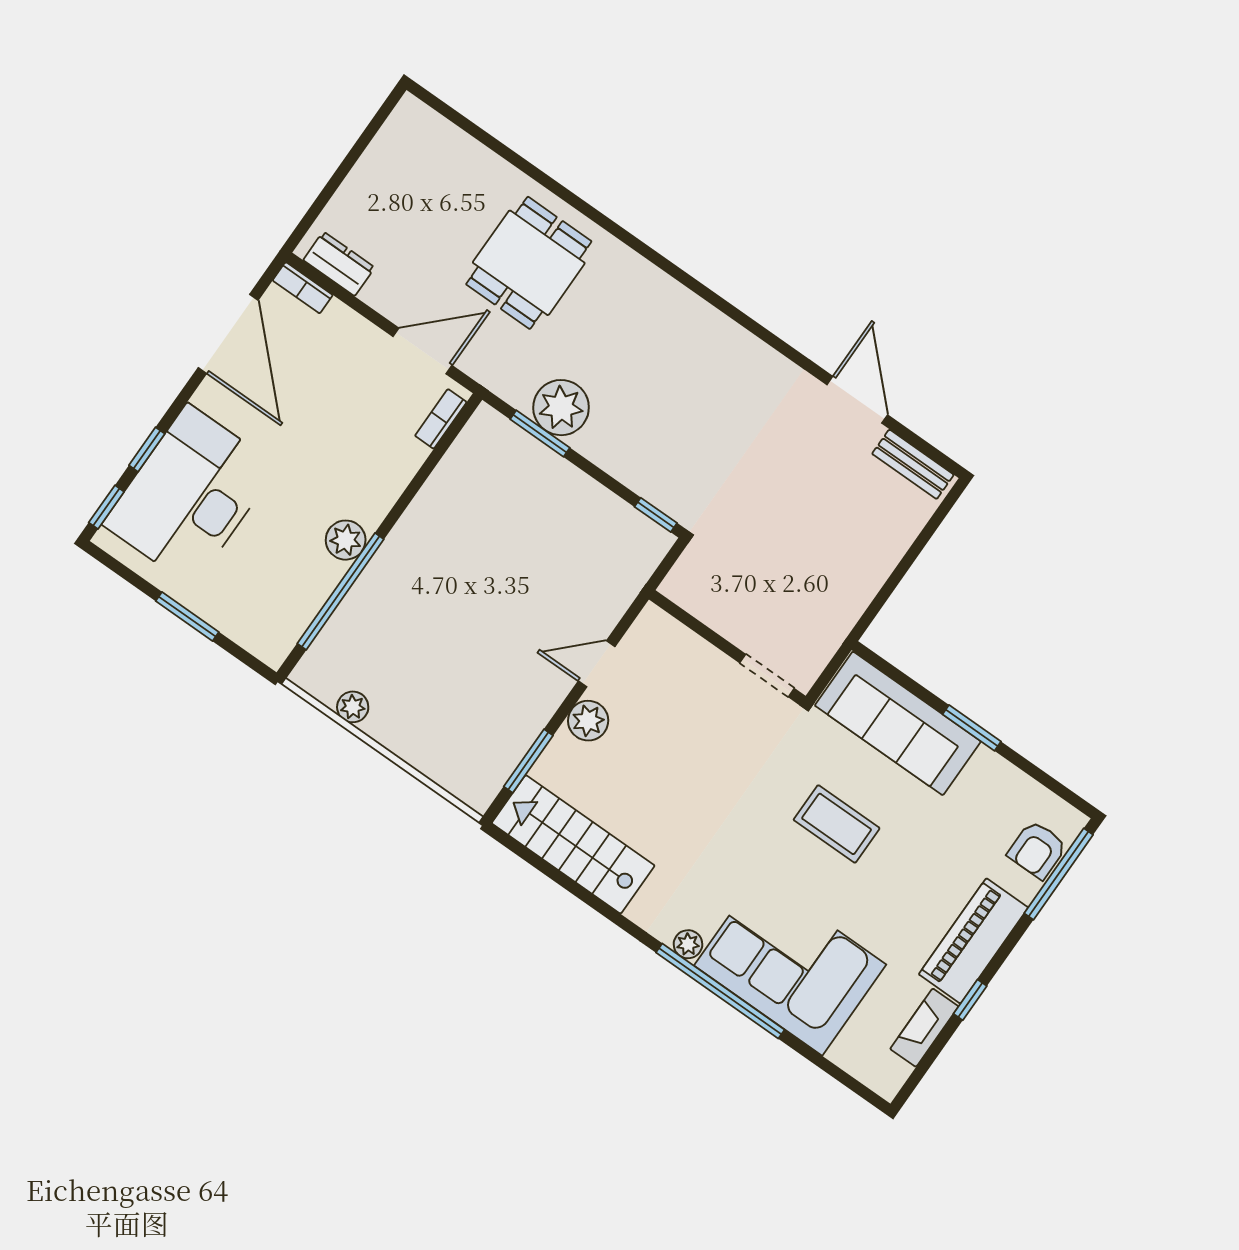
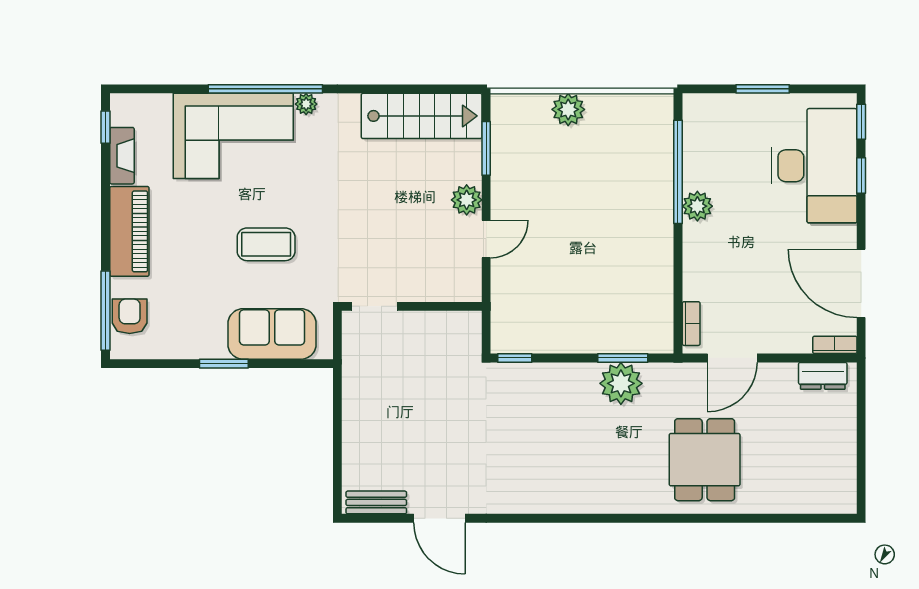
plant: (353, 707) -> (568, 109), moved, width x1.38, depth x1.38
sofa: (898, 723) -> (272, 334), width x0.73
window: (970, 1000) -> (105, 127), moved

